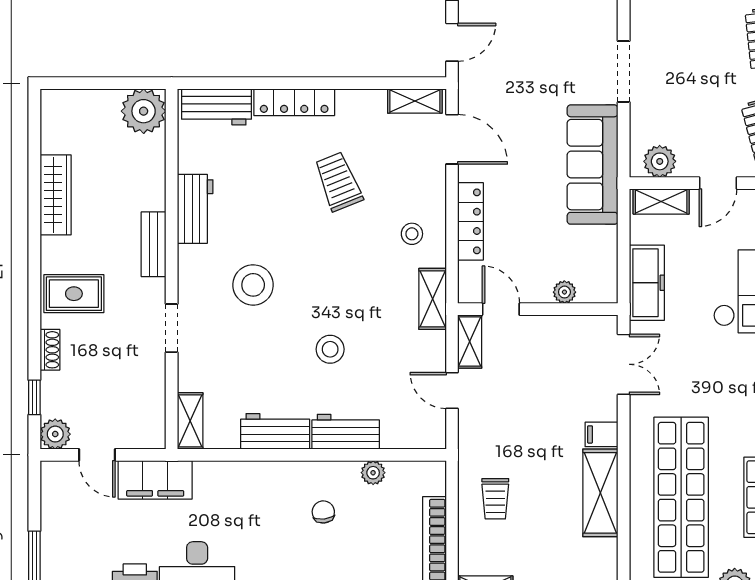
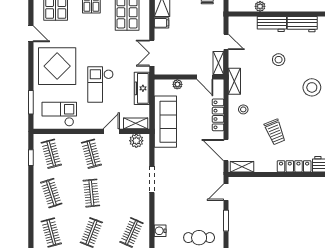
sofa: (593, 165) -> (165, 122), moved

